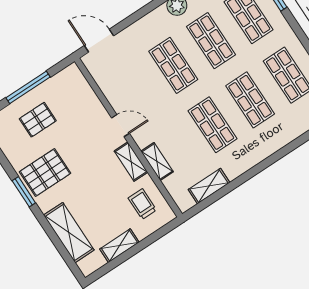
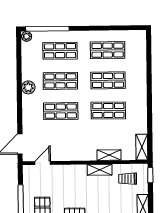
door: (120, 126) -> (43, 163), moved
shelving: (209, 186) -> (142, 147), moved
window: (165, 230) -> (150, 175), added

